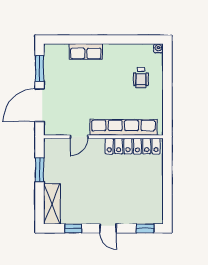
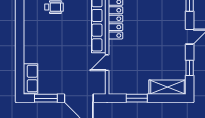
row of seats: (86, 52) -> (31, 79), moved
door: (79, 137) -> (107, 63), swing flipped

